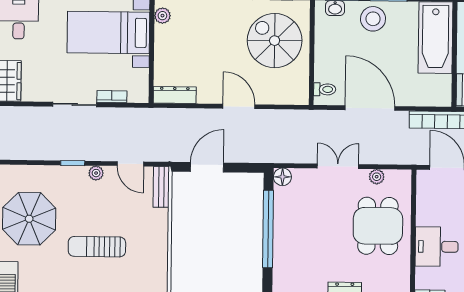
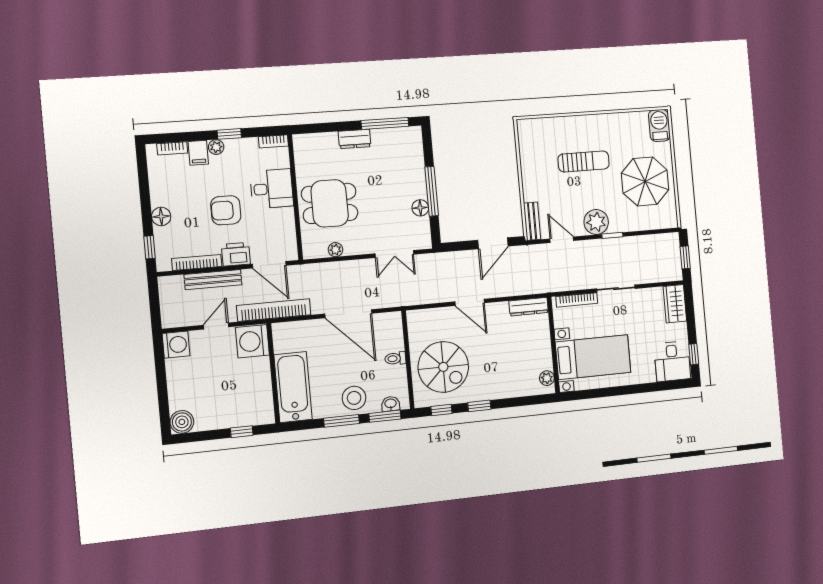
toilet: (325, 89) -> (395, 358), moved
bookcase: (112, 97) -> (577, 300), width x1.56
double door: (338, 166) -> (394, 254), moved
plant: (96, 173) -> (596, 222), width x1.88, depth x1.88
floor lamp: (282, 177) -> (420, 208), moved
dining table: (378, 226) -> (330, 203), turned 90
window: (268, 229) -> (432, 191), width x0.68

